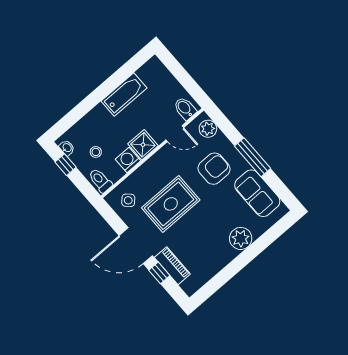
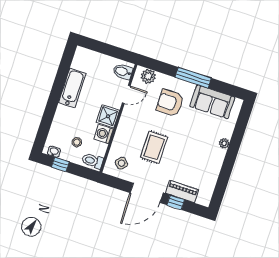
armchair: (214, 169) -> (170, 103), turned -90
rug: (171, 204) -> (154, 147), width x0.73, depth x0.70
plant: (241, 238) -> (224, 143), width x0.53, depth x0.53

